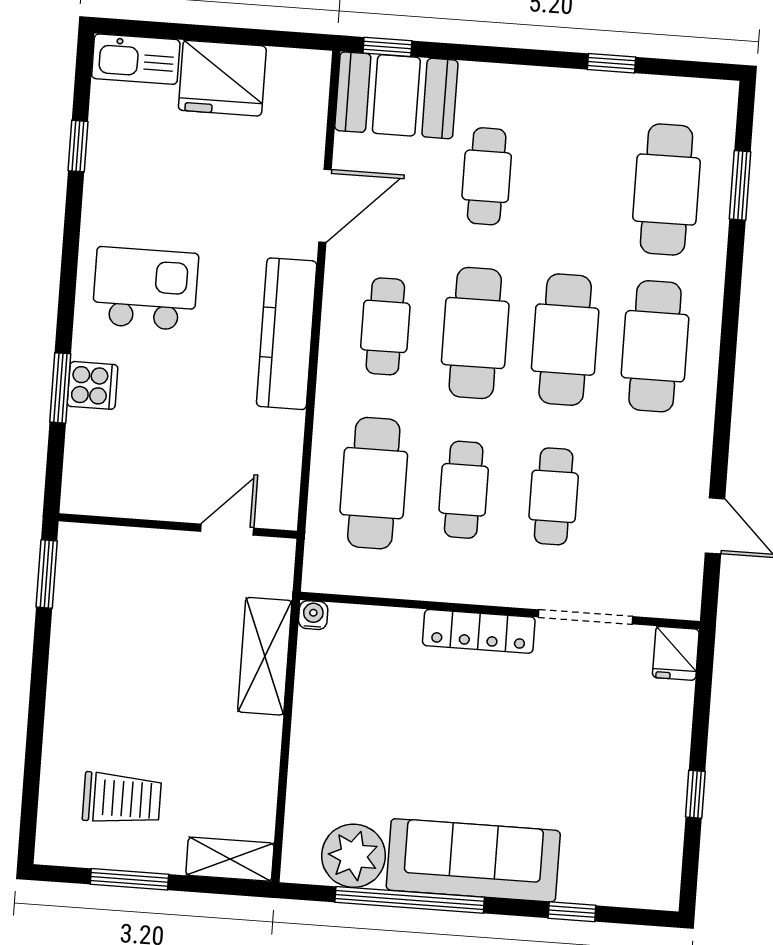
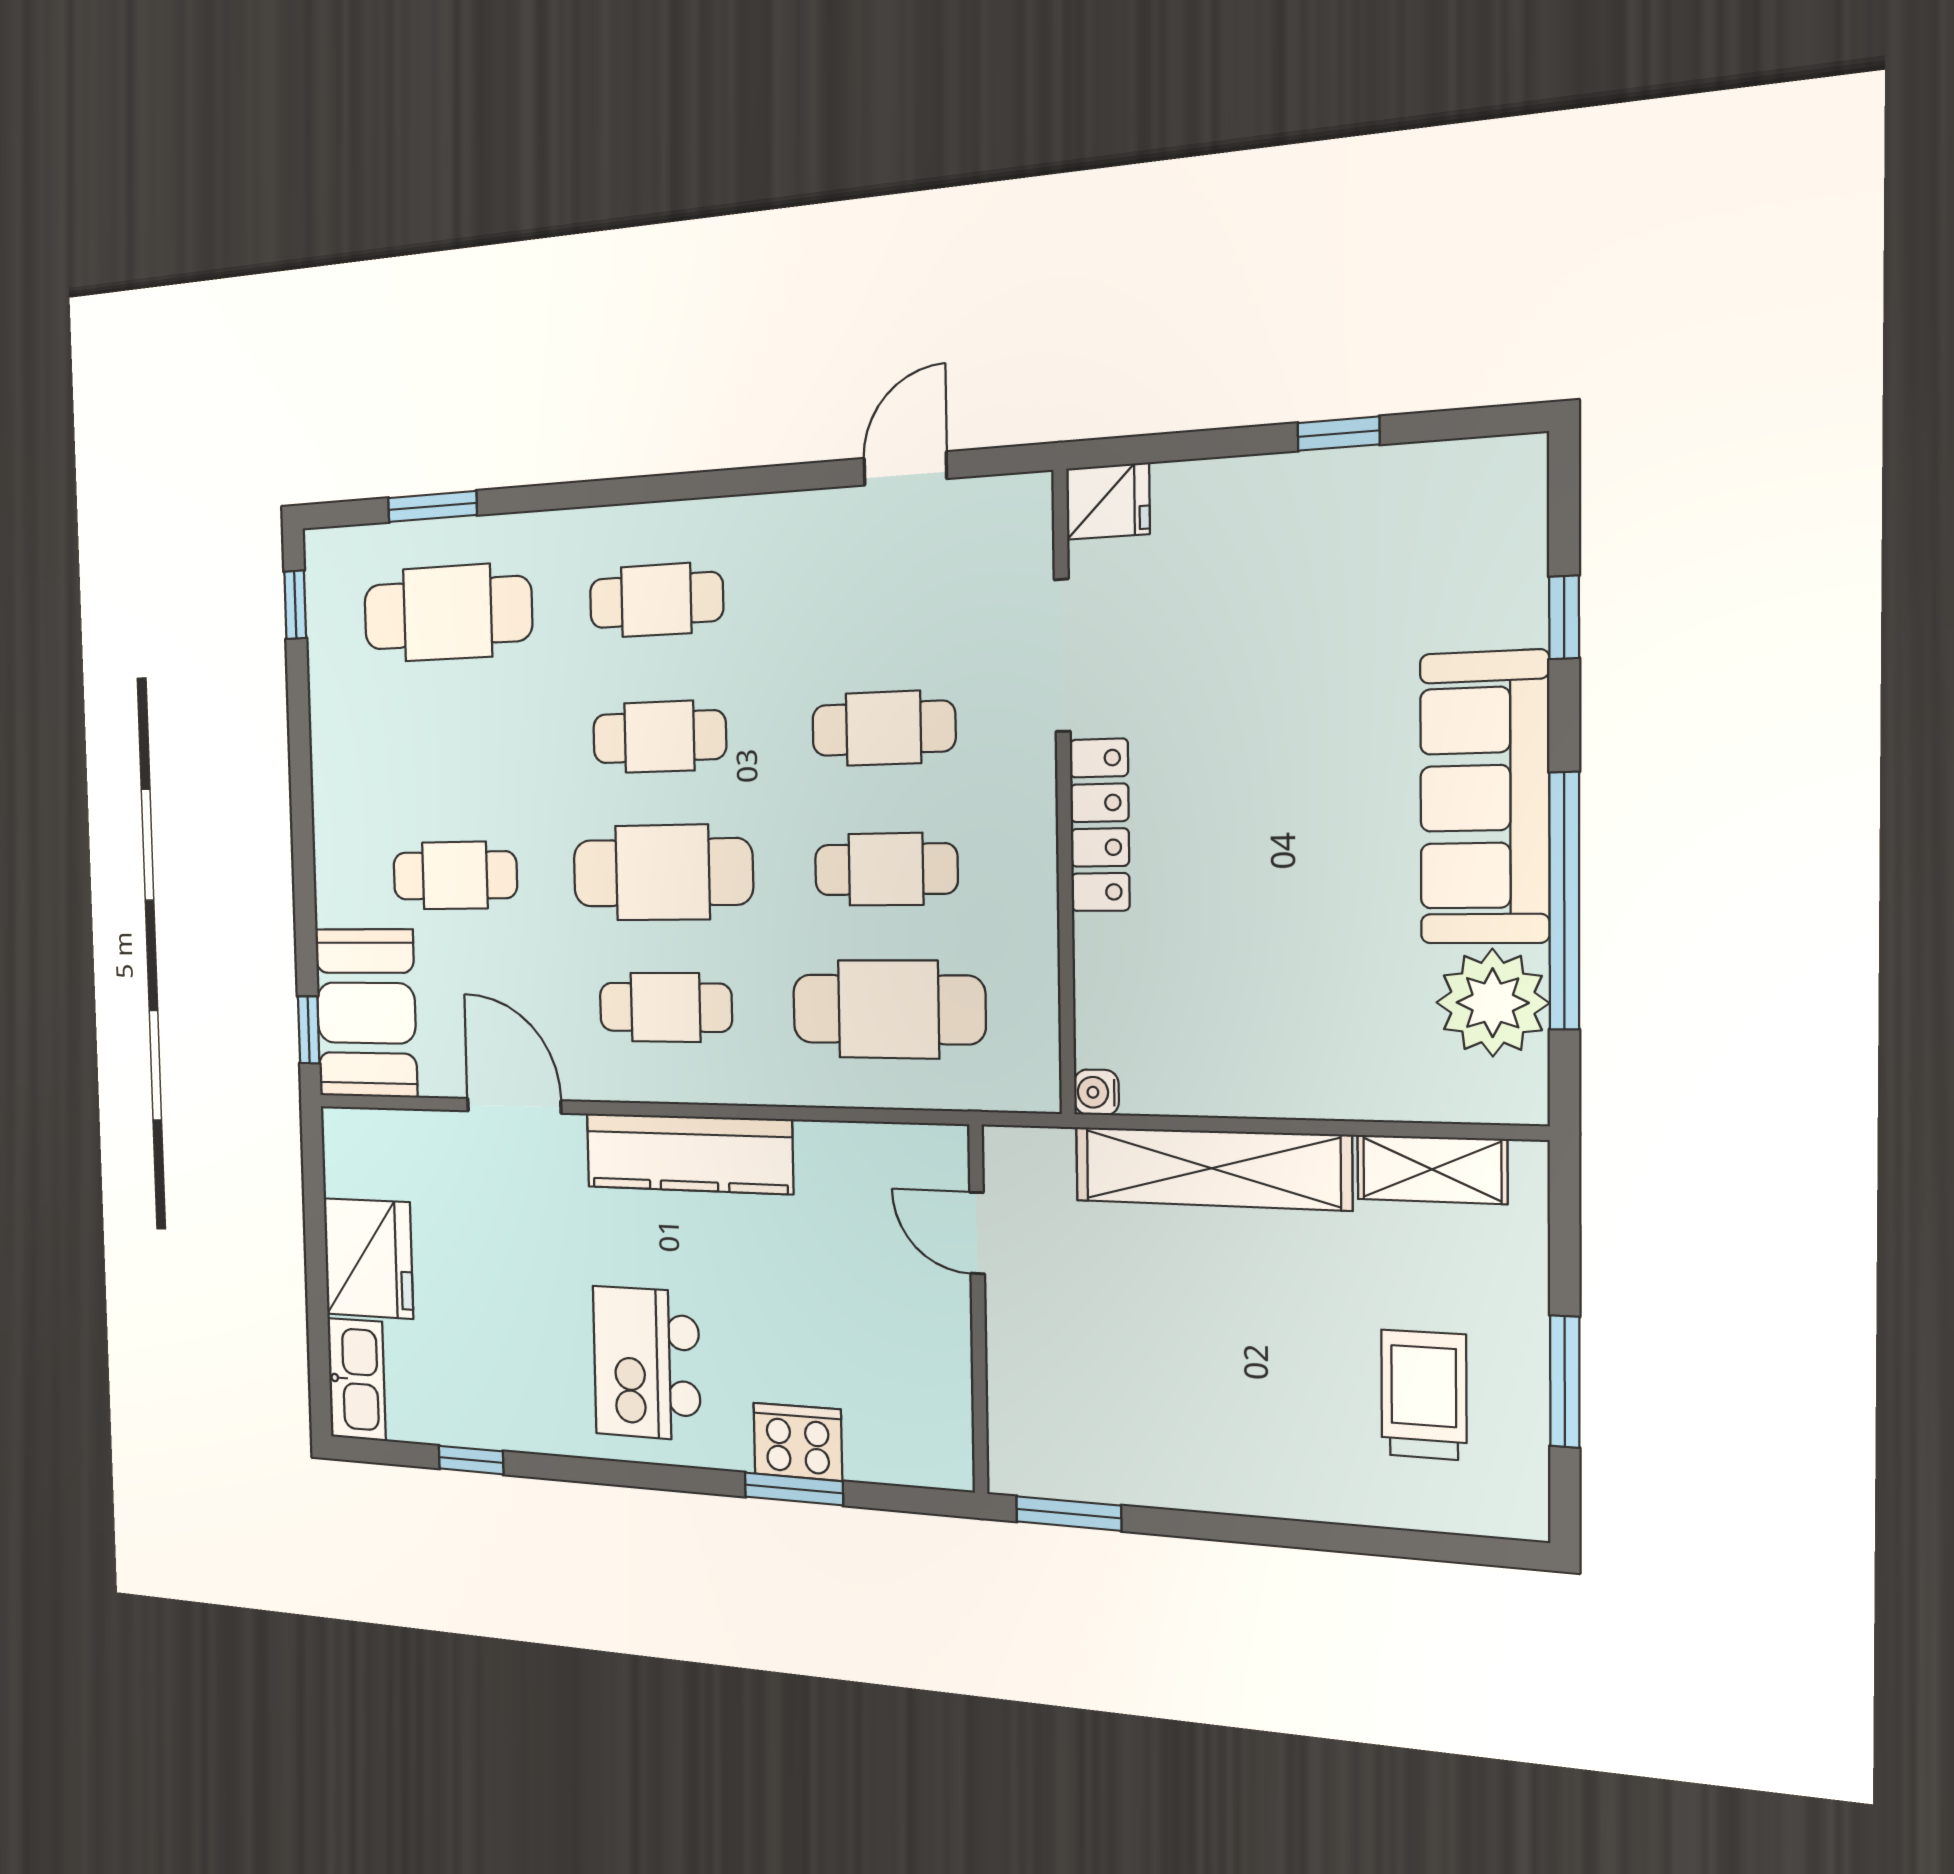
window: (612, 63) -> (295, 605), moved
cafe table: (565, 340) -> (659, 737), width x0.73, depth x0.74
cafe table: (655, 346) -> (656, 600), width x0.73, depth x0.74
cooker: (93, 385) -> (798, 1442), width x1.36
shelving: (265, 656) -> (1212, 1168), width x1.47
shelving: (230, 859) -> (1432, 1169), moved, turned 90

